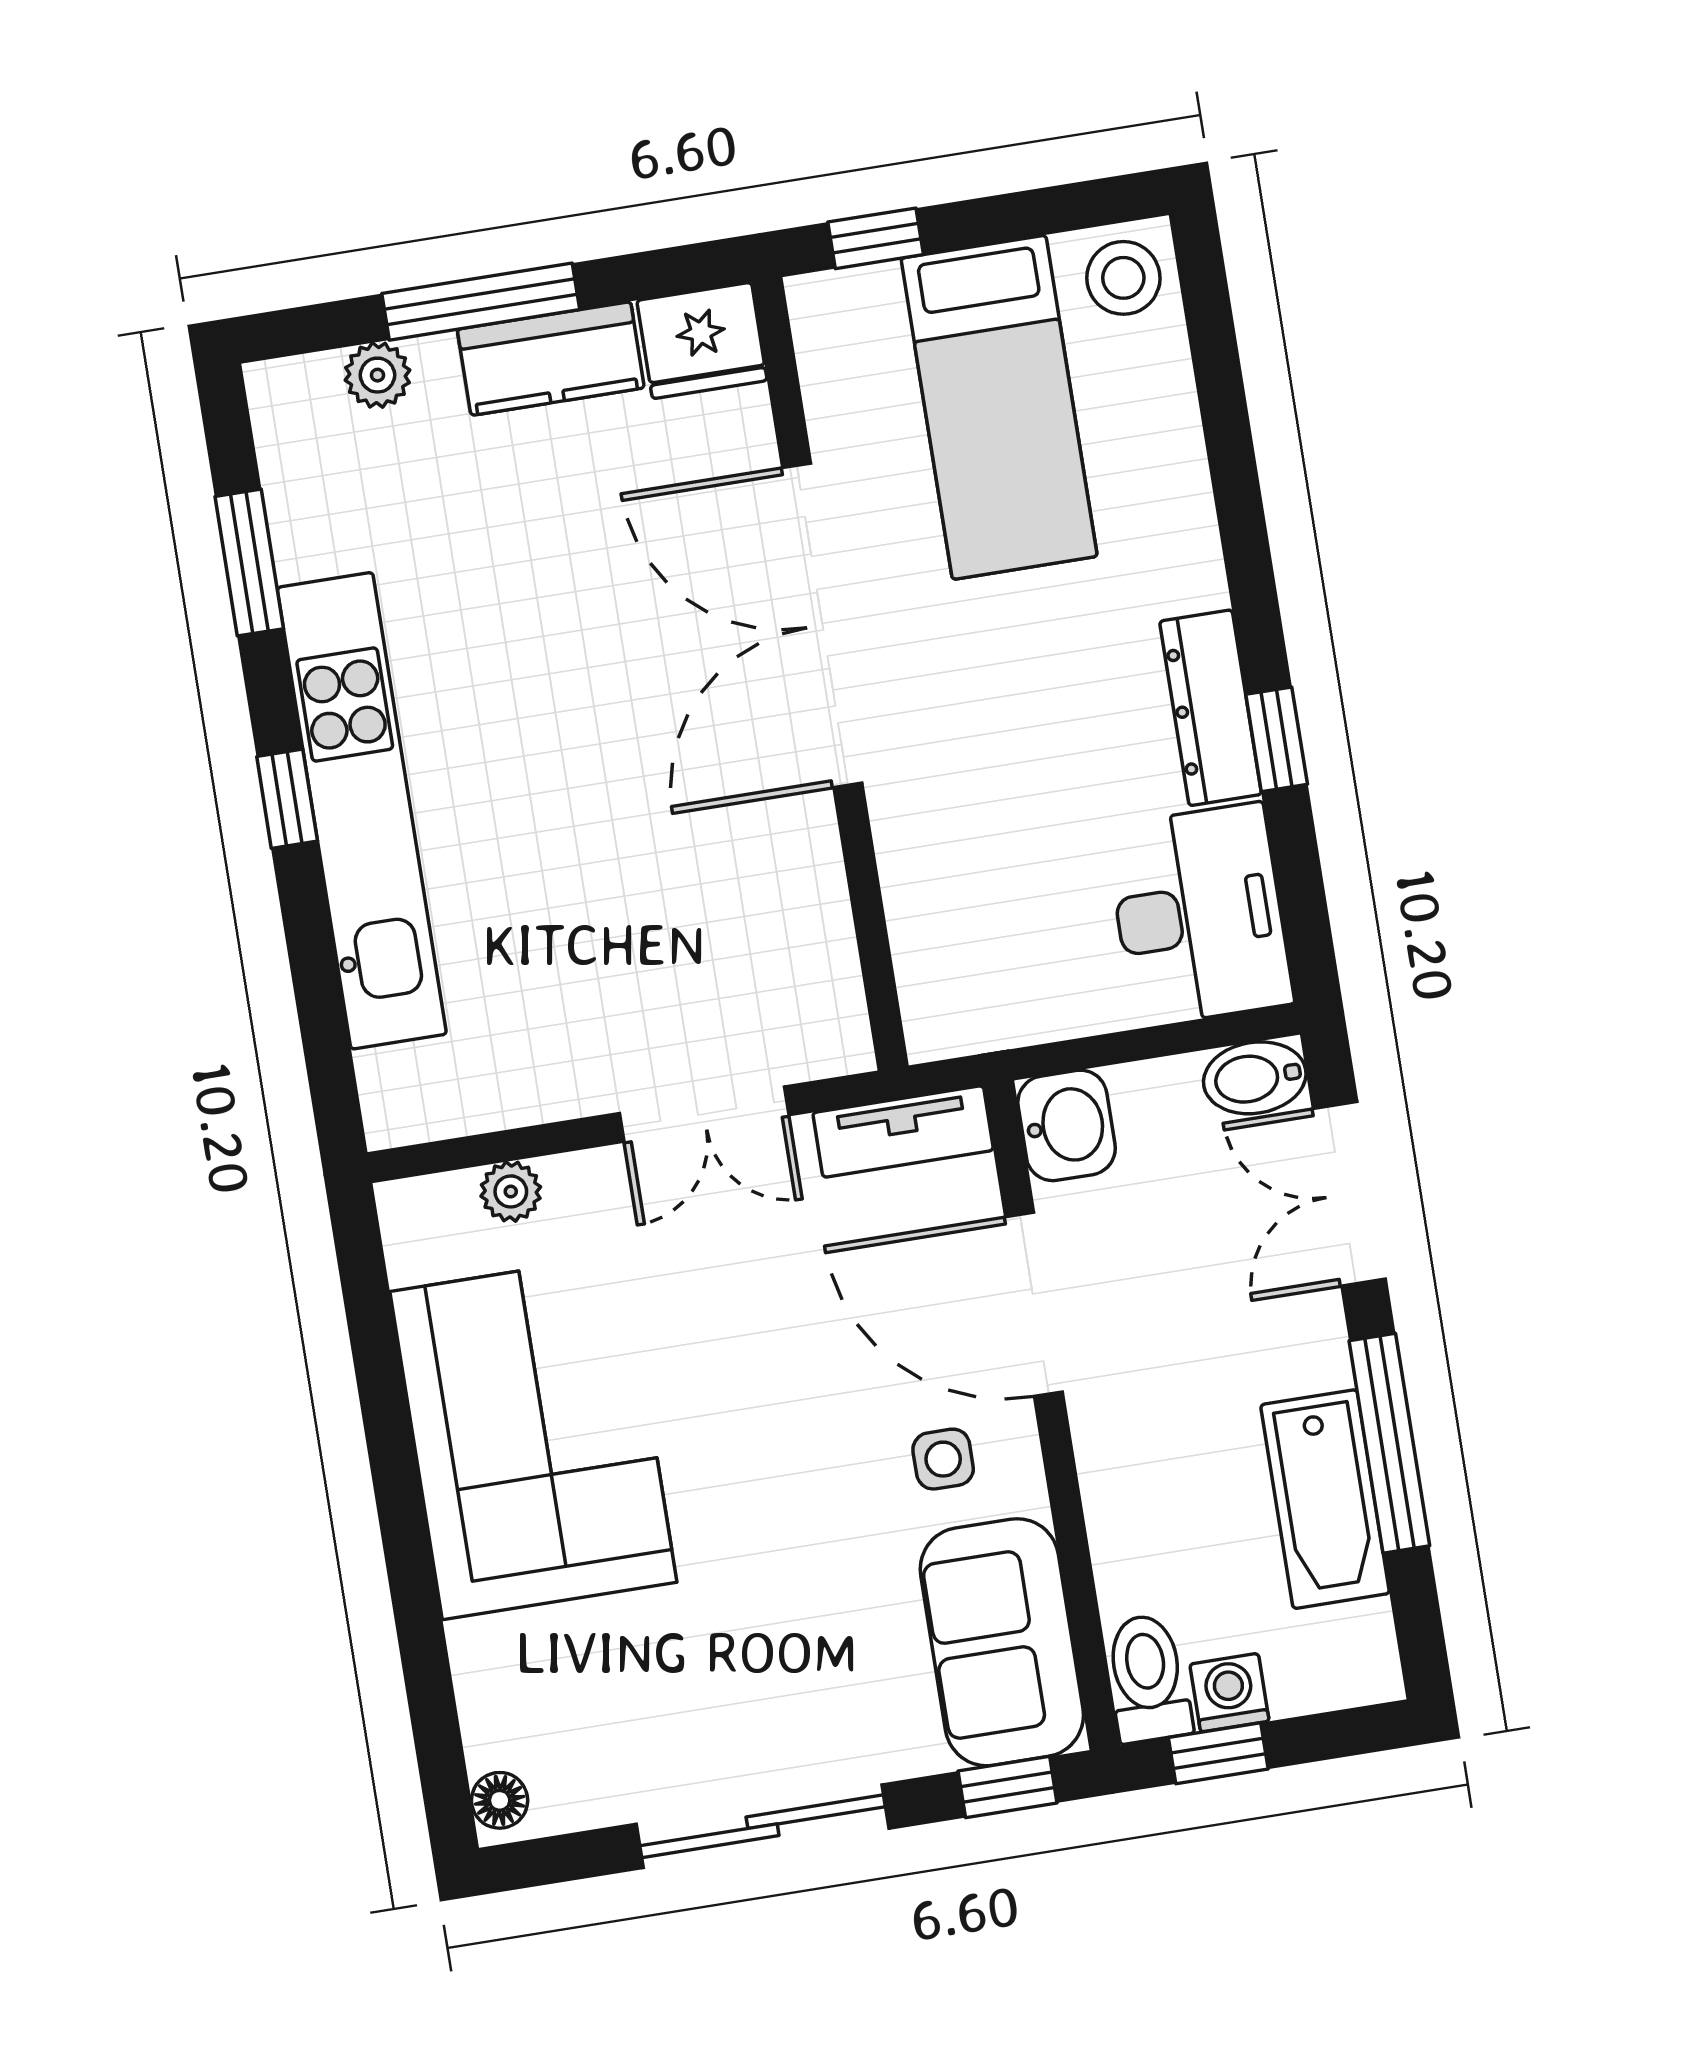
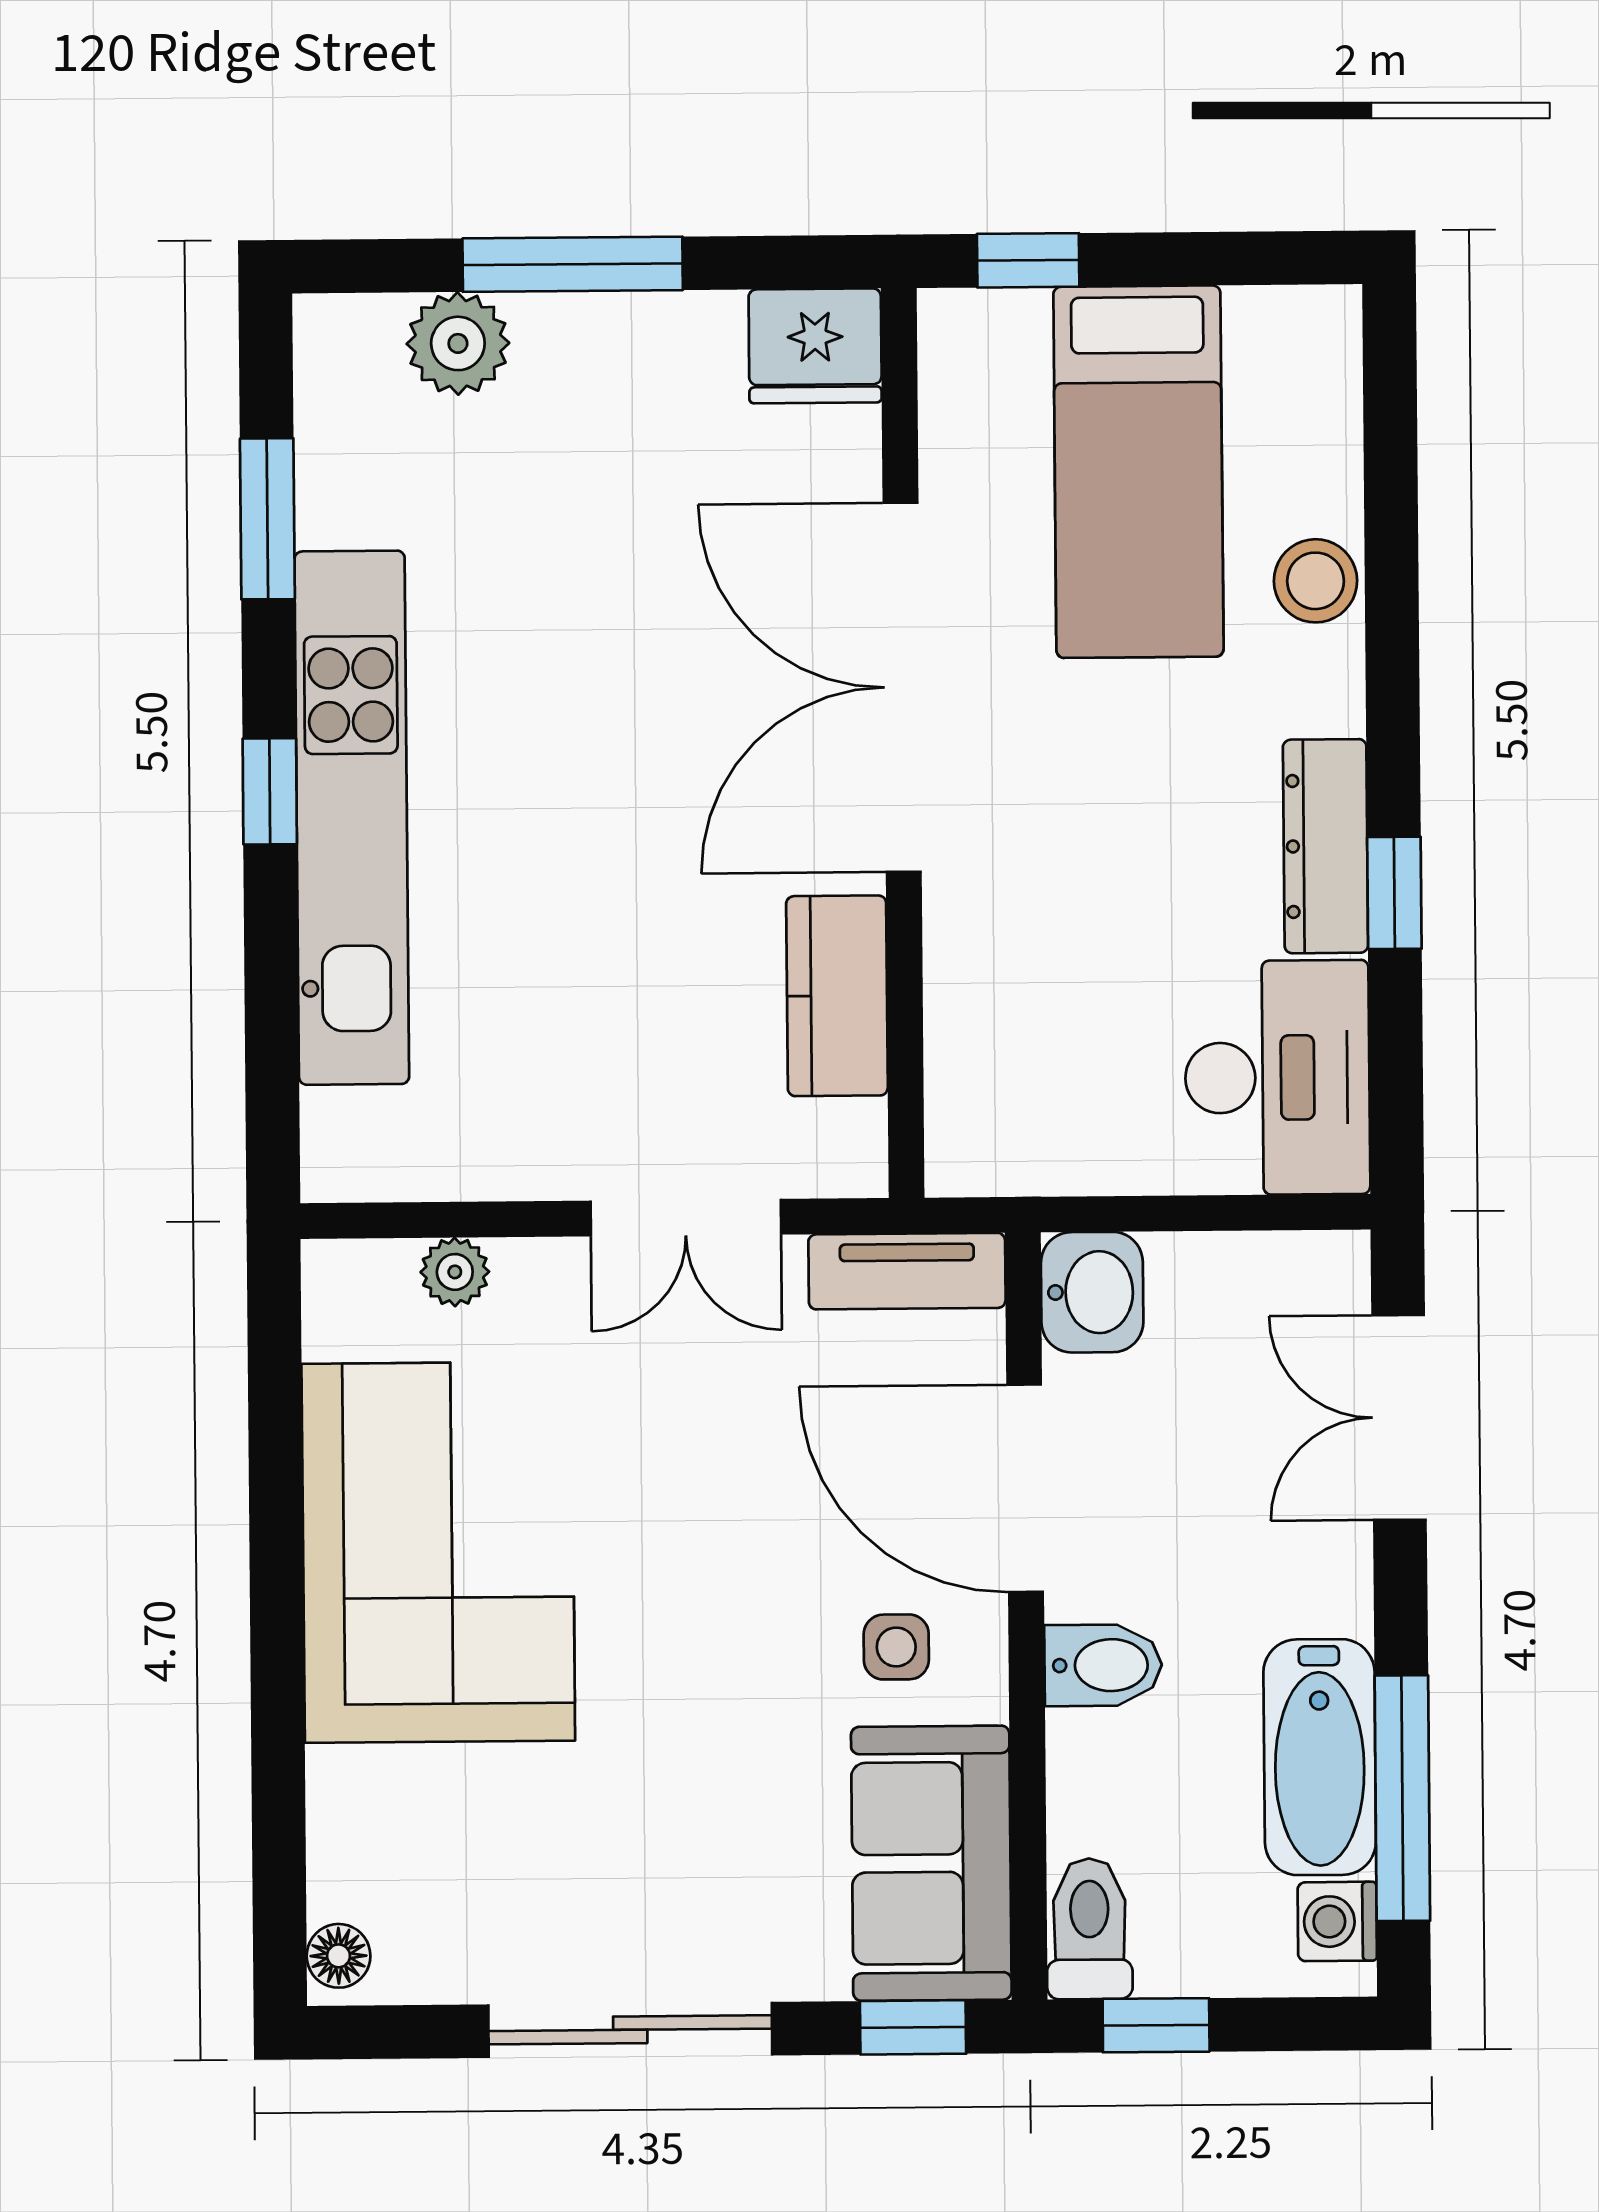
stool: (1123, 278) -> (1316, 581), moved
kitchen counter: (551, 359) -> (837, 996), moved, turned 90
plant: (378, 375) -> (458, 343), width x1.38, depth x1.38
bidet: (1255, 1078) -> (1103, 1665), moved, turned 180
window: (1389, 1443) -> (1402, 1798), moved
washing machine: (1229, 1693) -> (1337, 1921), moved, turned -90

